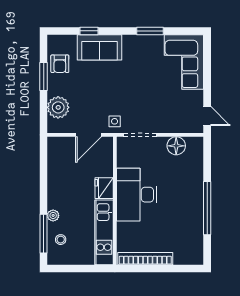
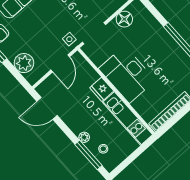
door: (44, 163) -> (47, 108), added

